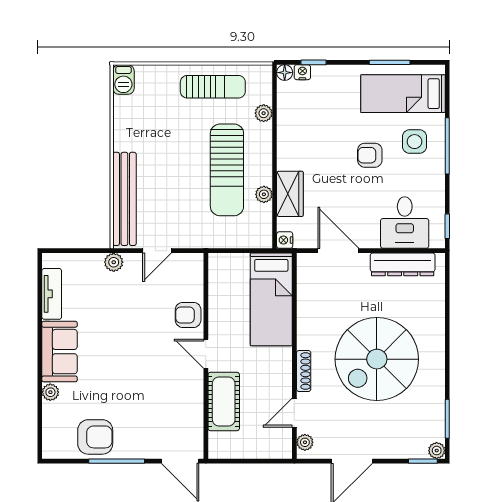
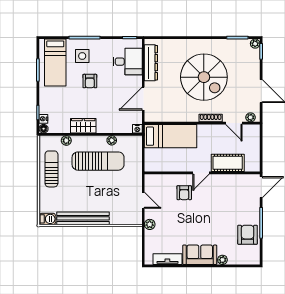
wardrobe: (290, 194) -> (83, 126), moved
bench: (124, 199) -> (83, 218), moved
armchair: (188, 315) -> (184, 193), moved

